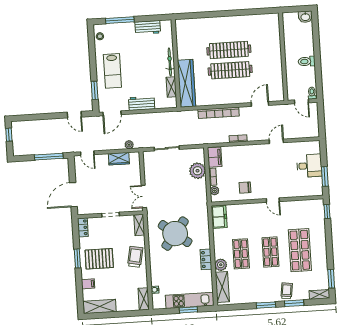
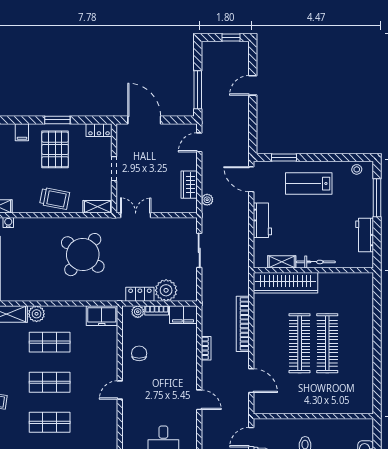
door: (74, 115) -> (253, 85), moved
shop shelf: (300, 250) -> (50, 422), width x0.70, depth x0.74
locker: (206, 259) -> (140, 294), moved

